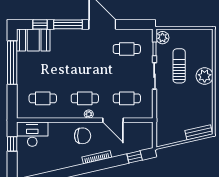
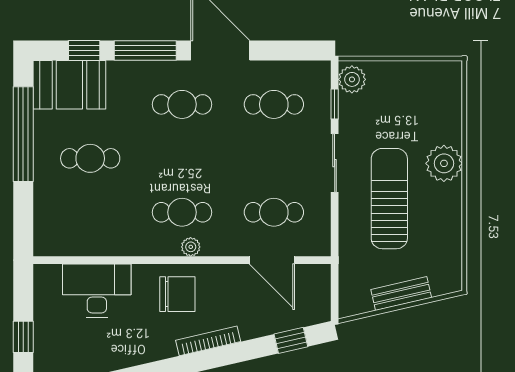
cafe table: (85, 49) -> (182, 104), added
sun lounger: (179, 66) -> (389, 199), moved, width x1.36, depth x1.34
cafe table: (43, 98) -> (90, 158), moved
door: (113, 120) -> (272, 260), moved
bench: (199, 132) -> (401, 294), moved
desk: (32, 134) -> (97, 291), moved
window: (12, 144) -> (23, 337), moved

